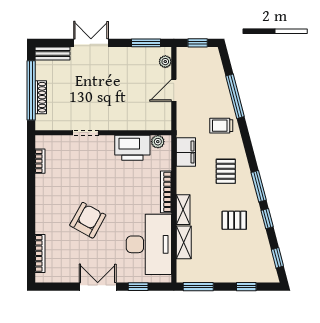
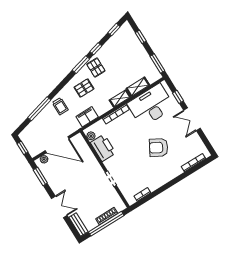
double door: (91, 43) -> (59, 207), swing flipped
door: (174, 90) -> (57, 145), width x1.88
pallet: (234, 220) -> (96, 68), moved

